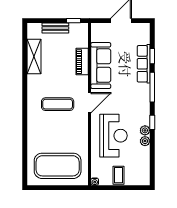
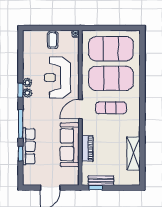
bench: (55, 28) -> (101, 181), moved
exercise mat: (58, 135) -> (111, 78), added
plant: (145, 141) -> (27, 93), moved

